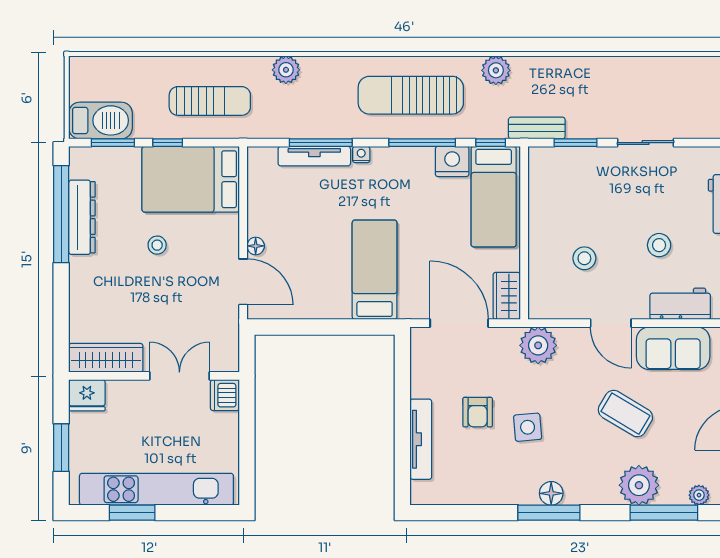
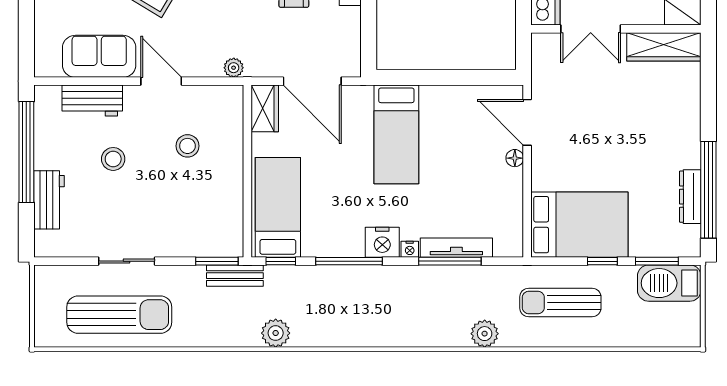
sun lounger: (411, 95) -> (119, 315), moved
window: (576, 143) -> (217, 261), moved
nightstand: (452, 161) -> (382, 242), moved
dresser: (82, 217) -> (690, 197), width x0.73, depth x0.80
stool: (157, 245) -> (613, 159), removed
plant: (538, 345) -> (234, 68), width x0.53, depth x0.53

